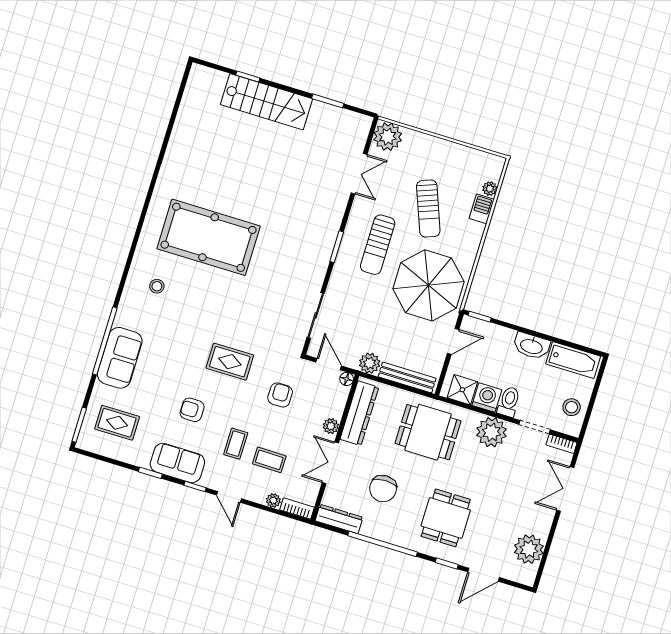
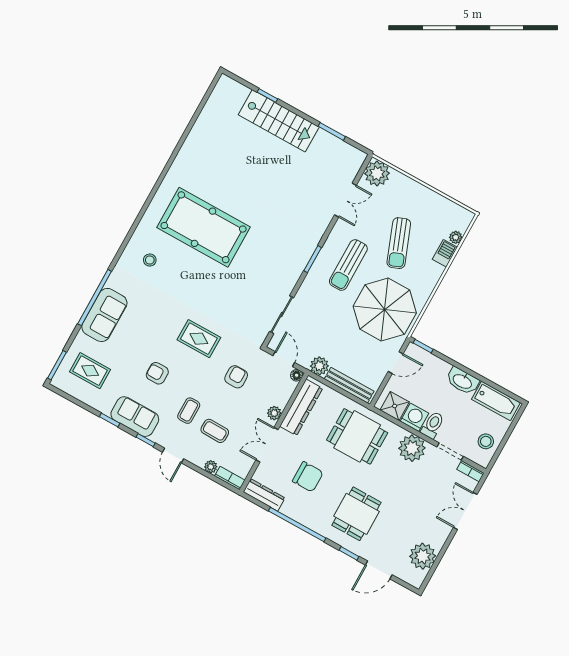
chair: (383, 489) -> (308, 477), turned -90

